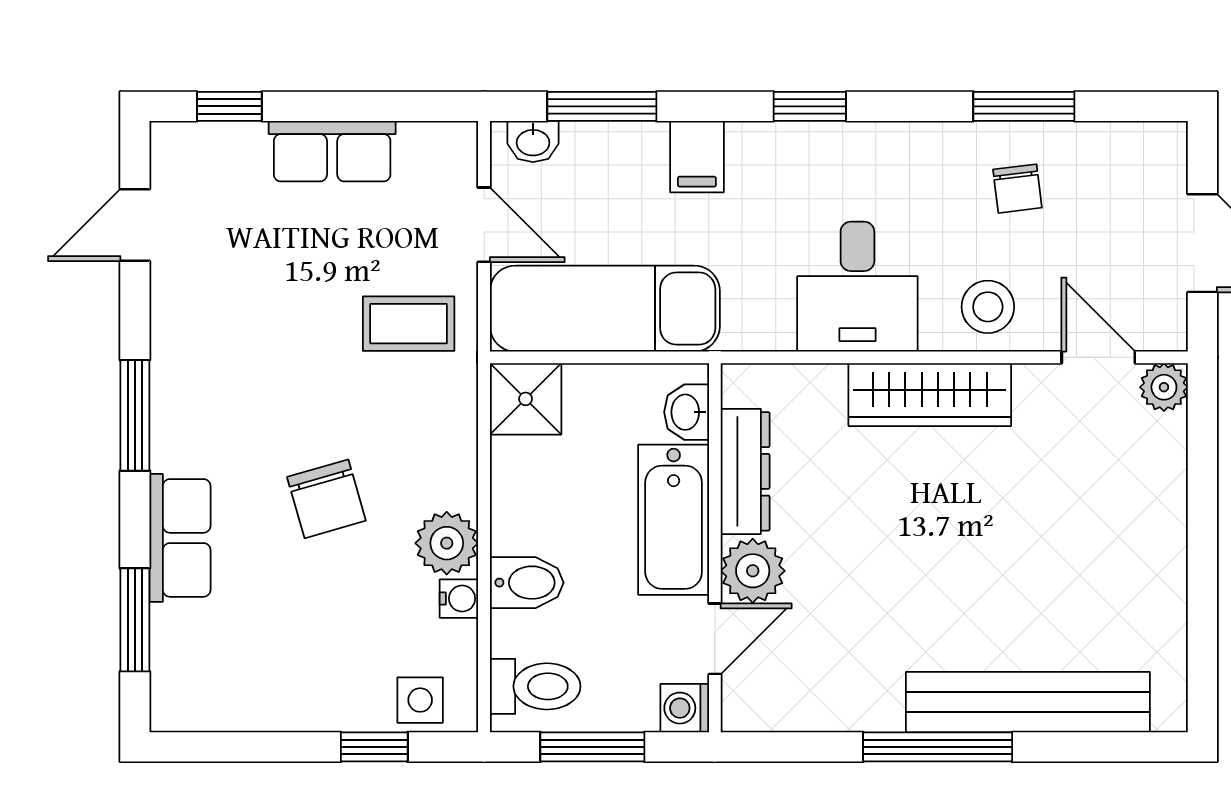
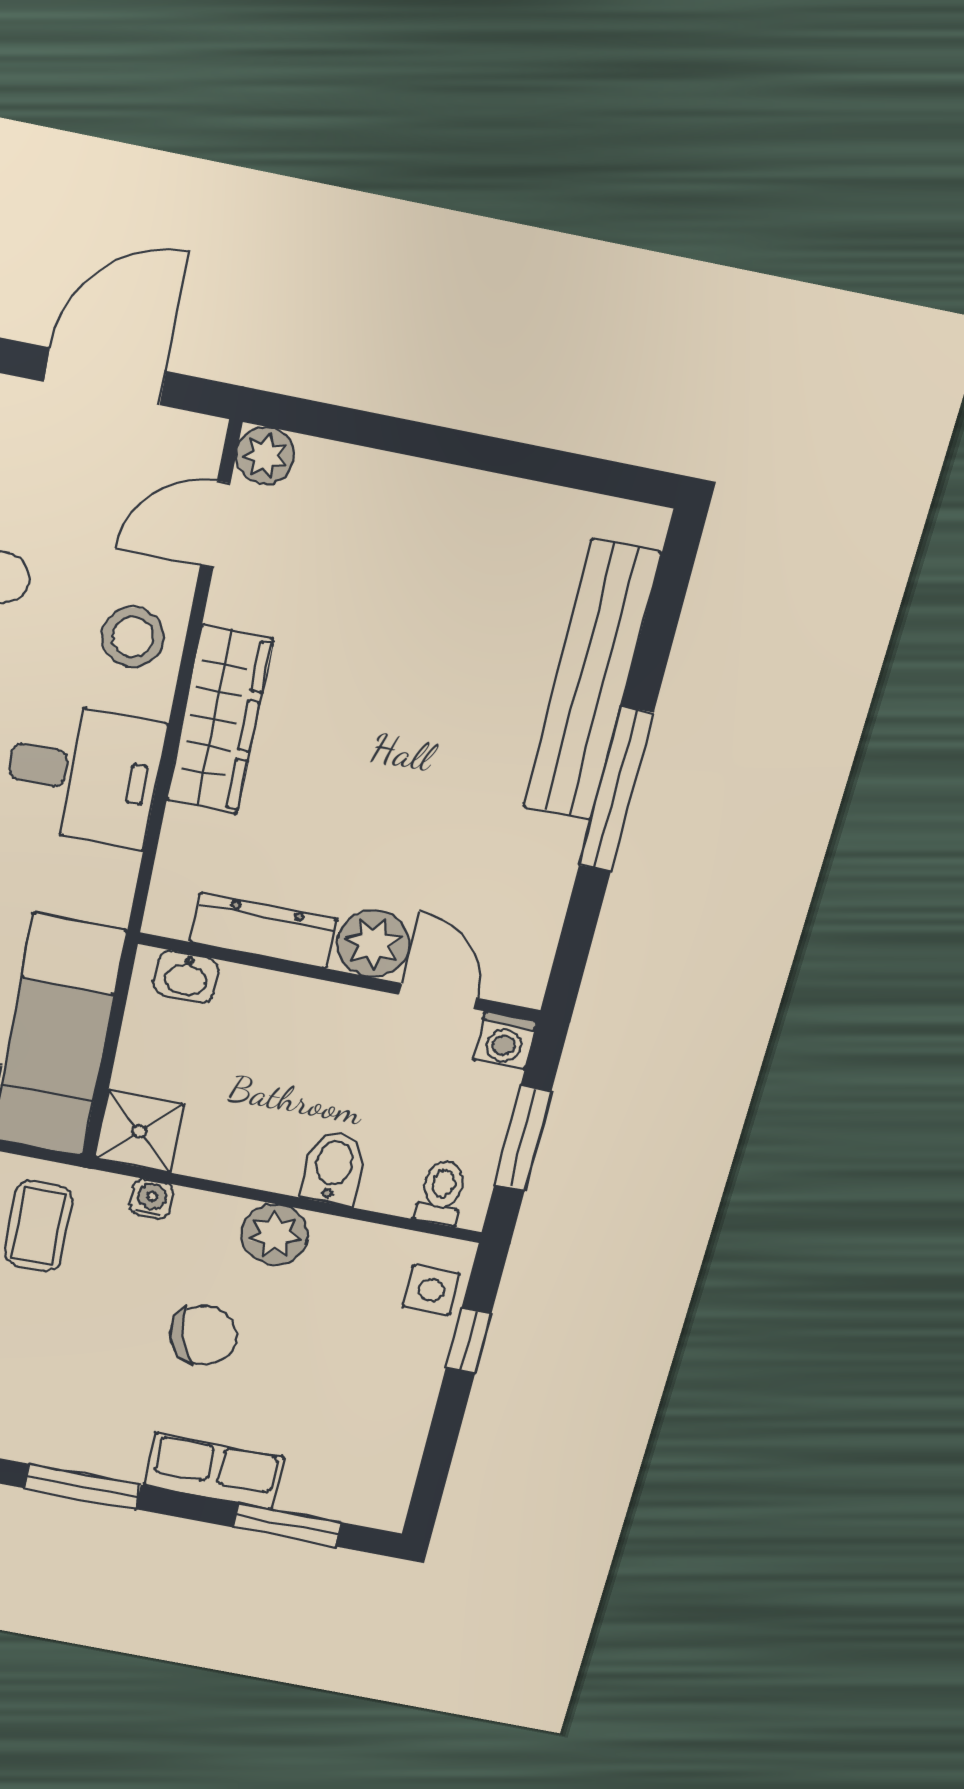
bathtub: (674, 520) -> (300, 1012), removed
water cooler: (459, 599) -> (151, 1199), moved
toilet: (535, 686) -> (441, 1192), width x0.73, depth x0.72

